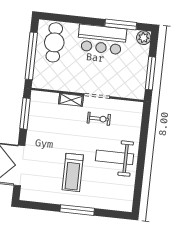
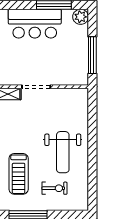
exercise bike: (99, 119) -> (54, 188), moved
weight bench: (114, 157) -> (63, 152), turned -90

